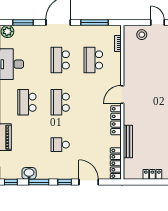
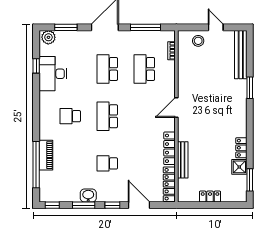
school desk: (27, 102) -> (70, 116), width x0.54
locker: (116, 120) -> (170, 148), moved
washbasin: (29, 173) -> (88, 195), moved

